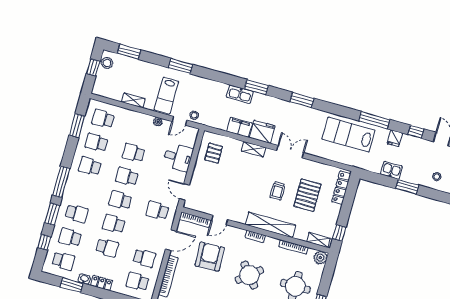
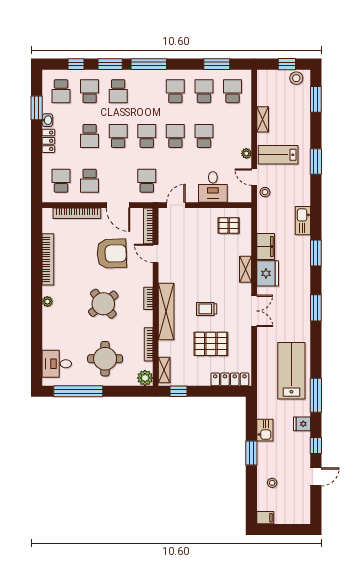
kitchen sink: (240, 94) -> (303, 221), moved

